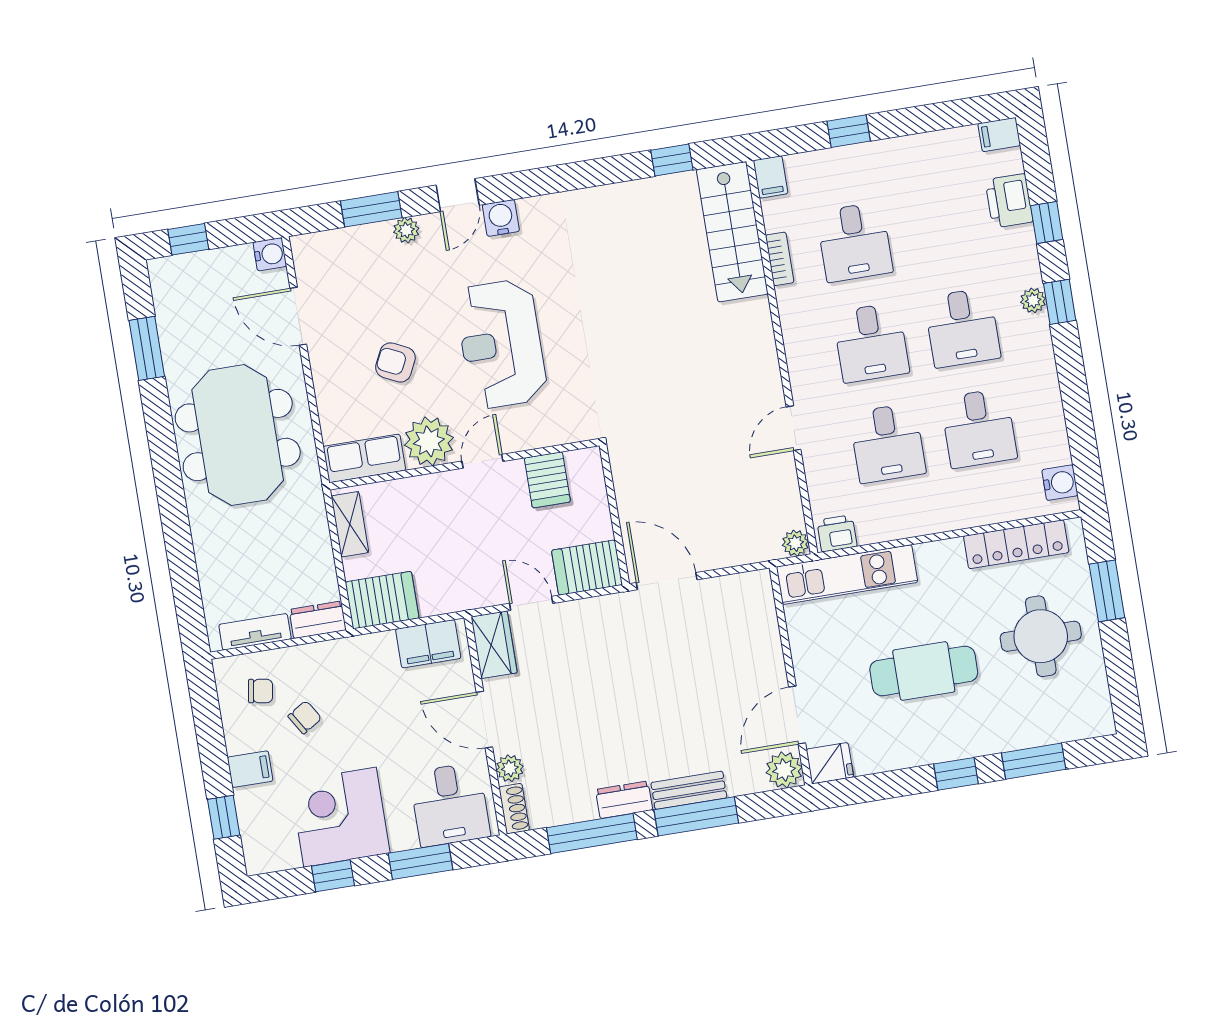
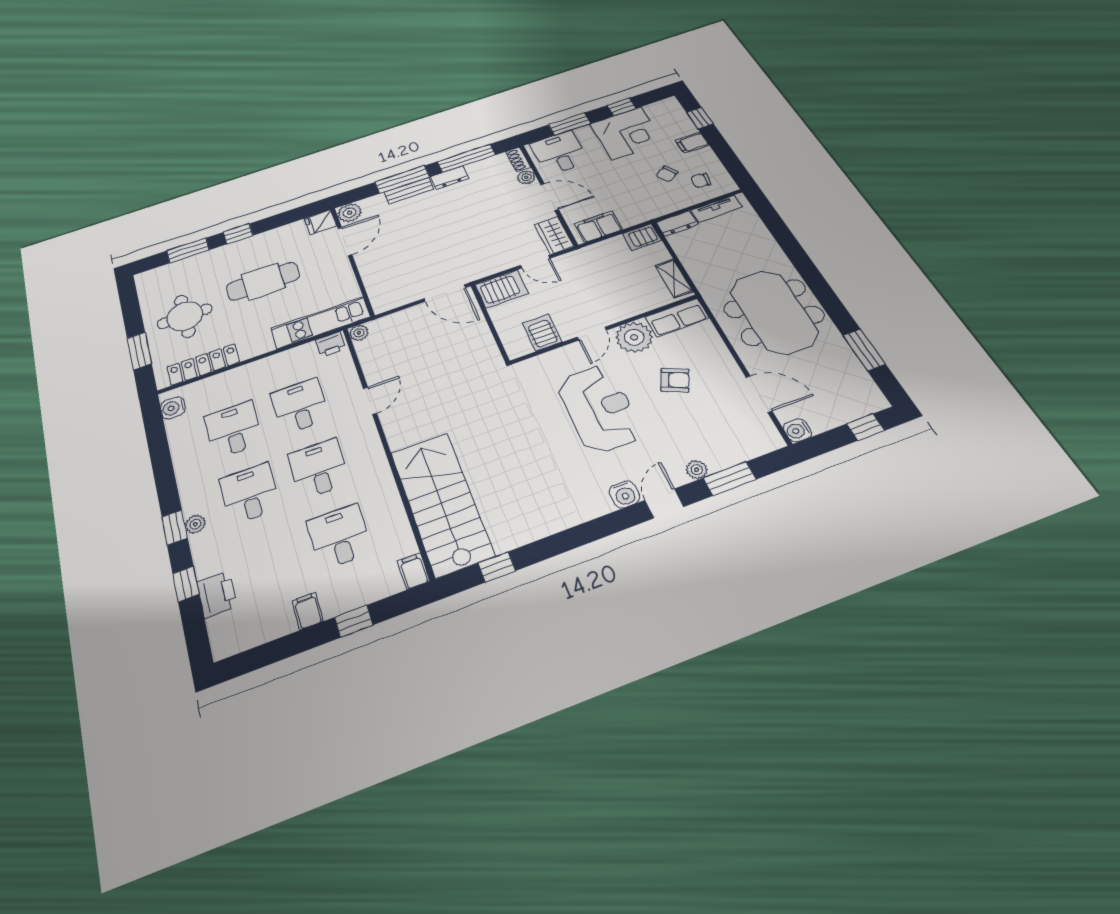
filing cabinet: (999, 135) -> (308, 611), moved, turned -90
stairs: (732, 232) -> (441, 503), width x1.36, depth x1.51
bookcase: (780, 259) -> (397, 512), removed
server rack: (382, 600) -> (642, 237), width x0.73, depth x0.70

